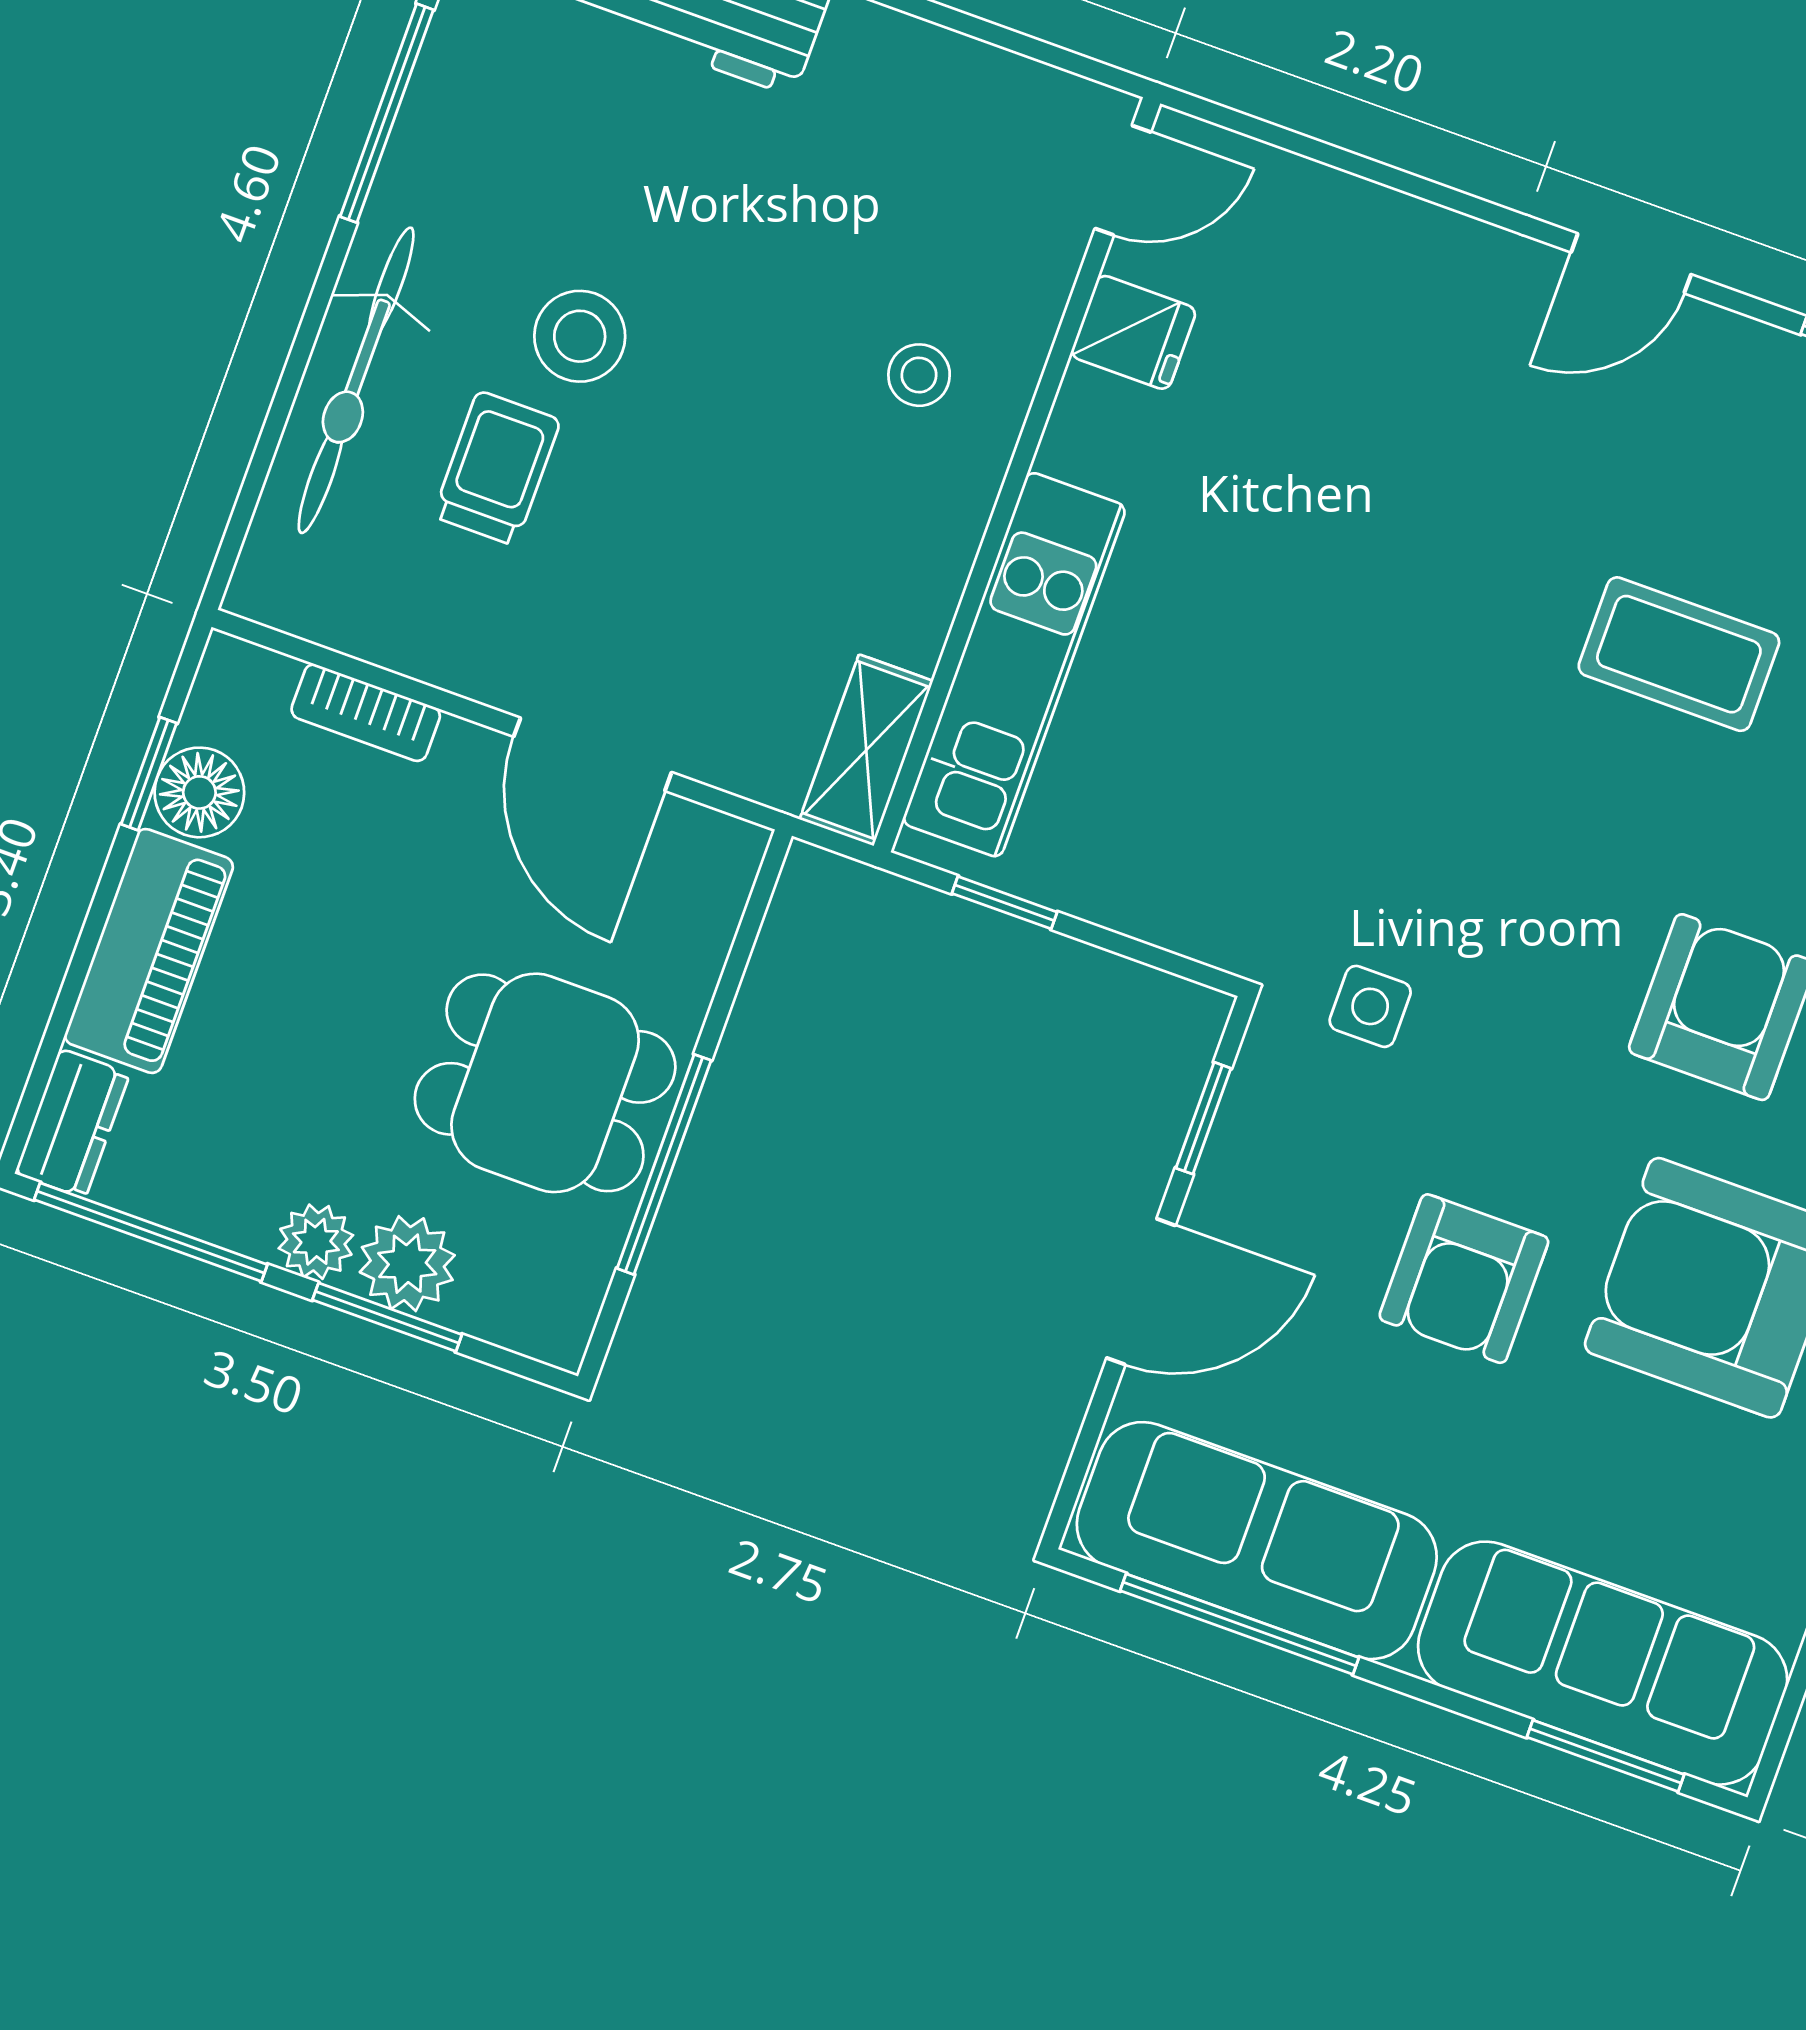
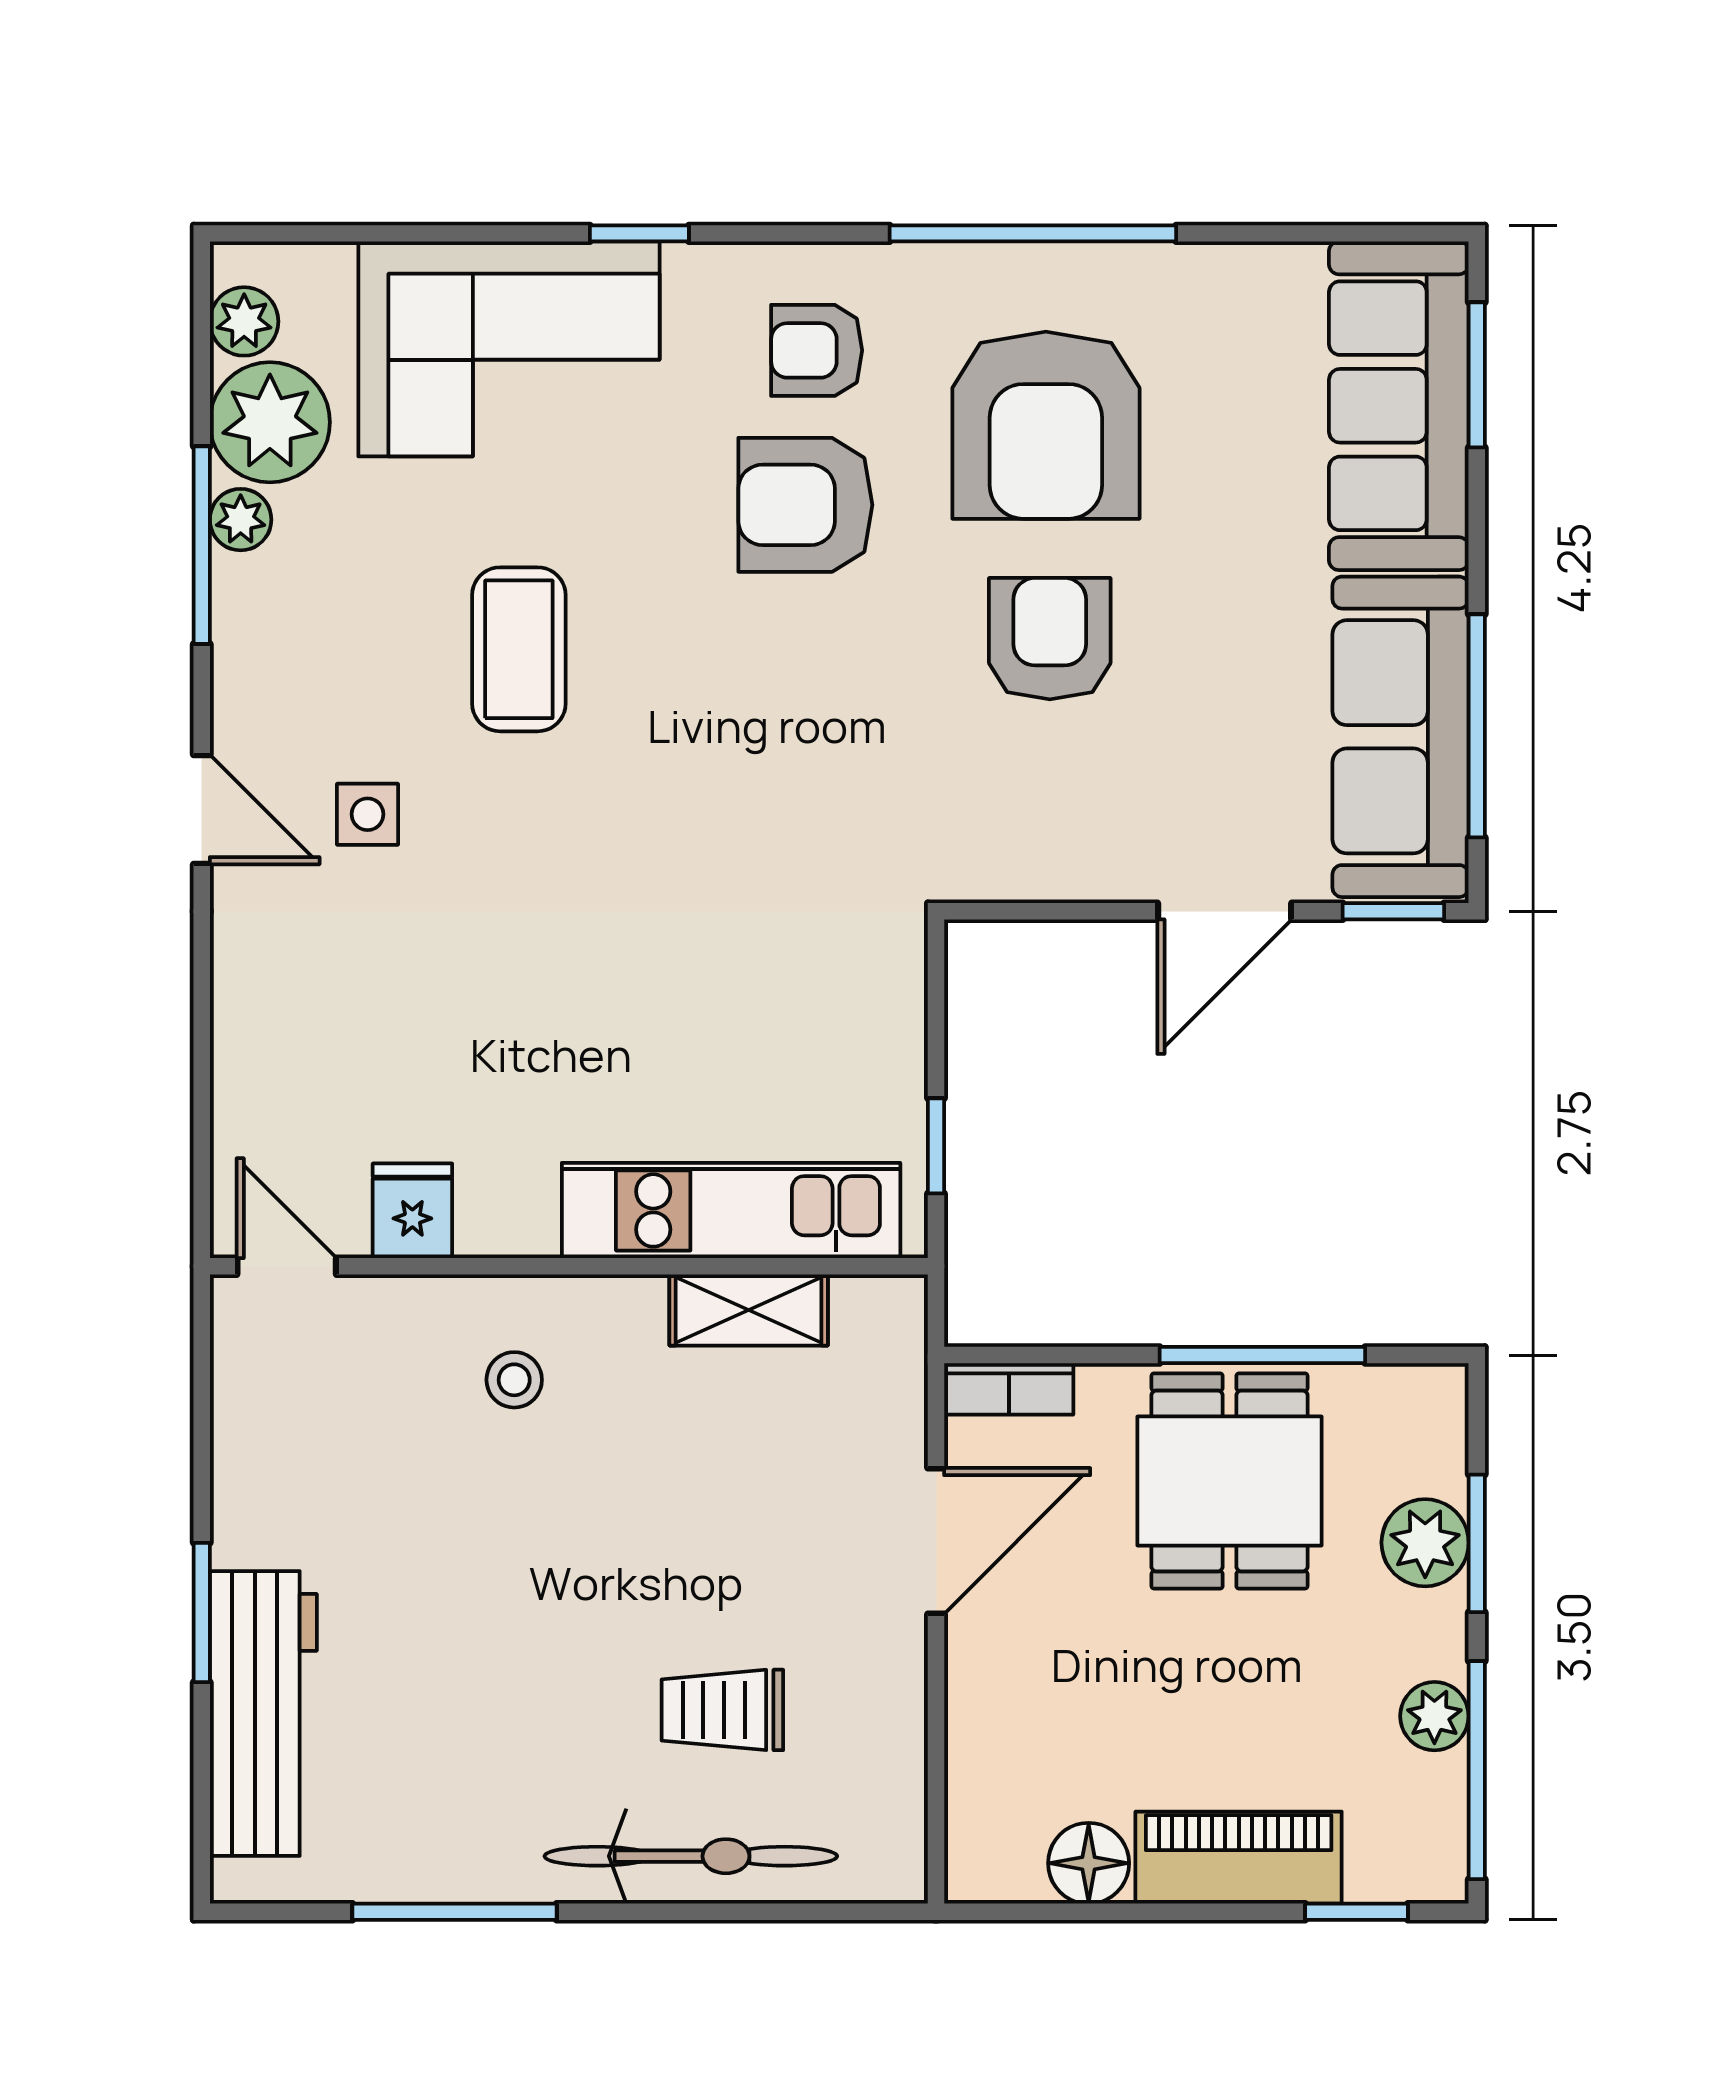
stool: (580, 336) -> (585, 1680), removed
bookcase: (366, 713) -> (1009, 1389), moved, turned 90
shelving: (866, 750) -> (749, 1310), moved
window: (149, 774) -> (1357, 1912), moved
side table: (1370, 1006) -> (368, 814), moved
window: (1203, 1118) -> (1393, 911), moved
dresser: (72, 1123) -> (1408, 1870), removed
plant: (316, 1242) -> (1434, 1716), moved
armchair: (1464, 1279) -> (1050, 639), moved, turned -90
door: (1141, 1292) -> (1225, 911), swing flipped

